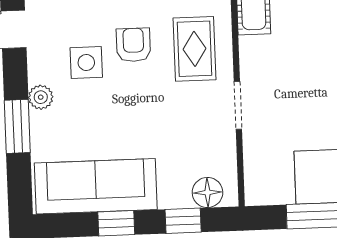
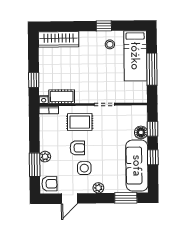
armchair: (133, 45) -> (77, 148), turned 180
window: (17, 126) -> (126, 198), moved
floor lamp: (207, 192) -> (141, 132), moved

